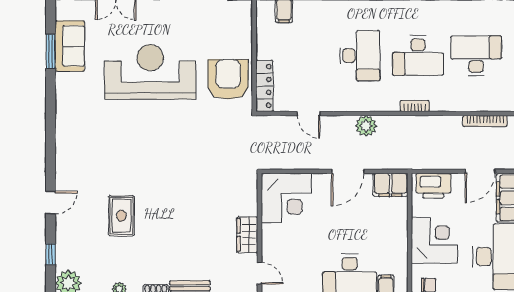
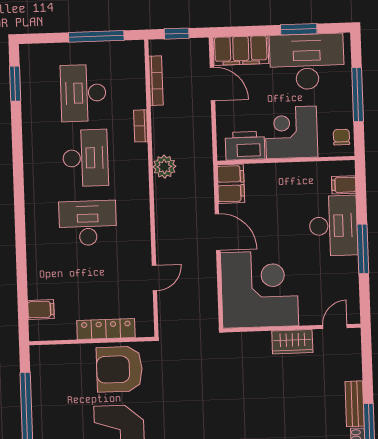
locker: (264, 86) -> (106, 329), moved
bookcase: (415, 106) -> (141, 126), moved
plant: (366, 126) -> (164, 167), moved
printer: (433, 186) -> (245, 146), moved, turned -90
corner desk: (286, 198) -> (260, 289), width x1.36, depth x1.36

